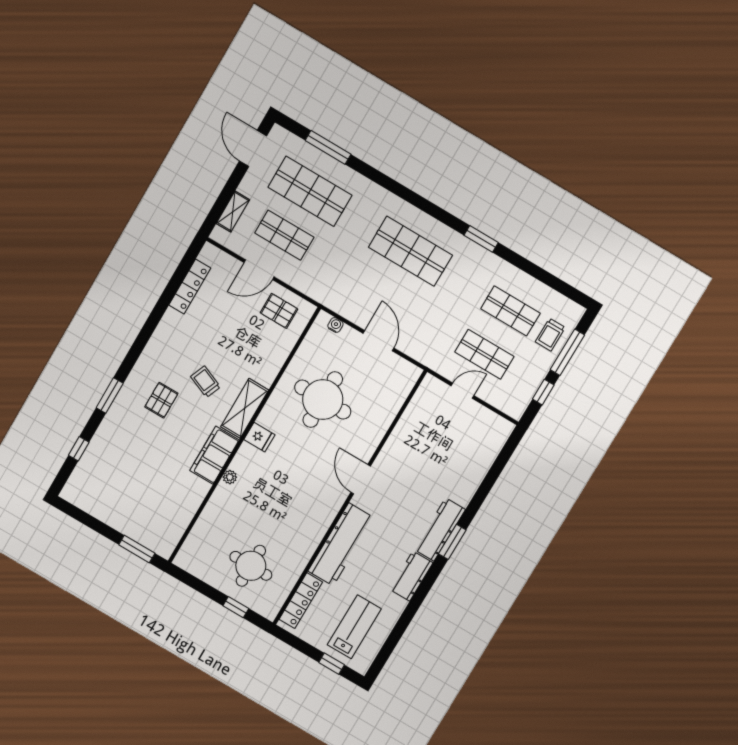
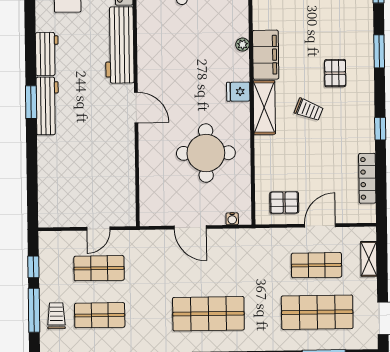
window: (151, 325) -> (380, 129), added

